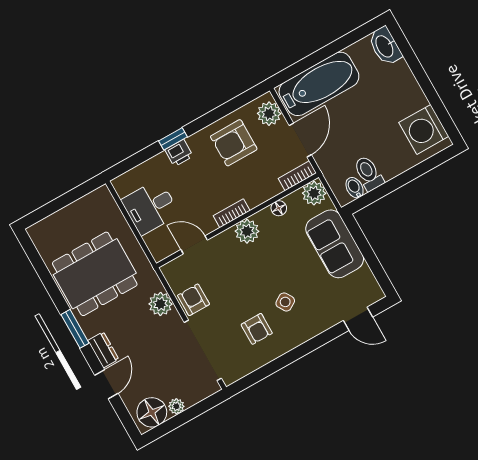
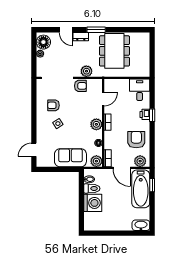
window: (300, 67) -> (152, 185), added
washing machine: (424, 129) -> (93, 203), moved, turned 90
desk: (150, 207) -> (140, 90), moved

